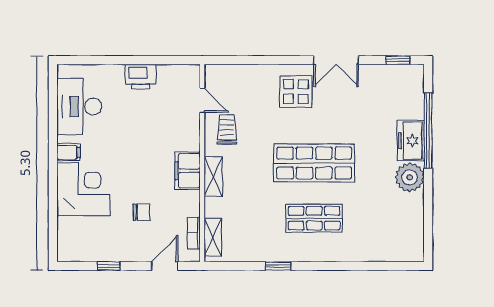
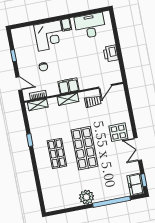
freezer: (411, 141) -> (136, 184), moved, turned -90

